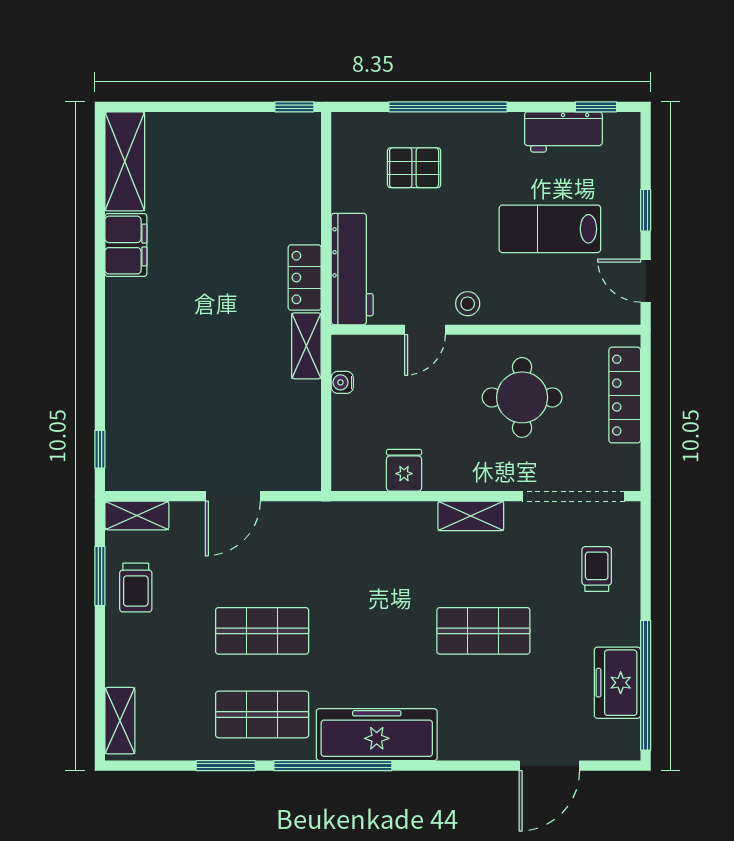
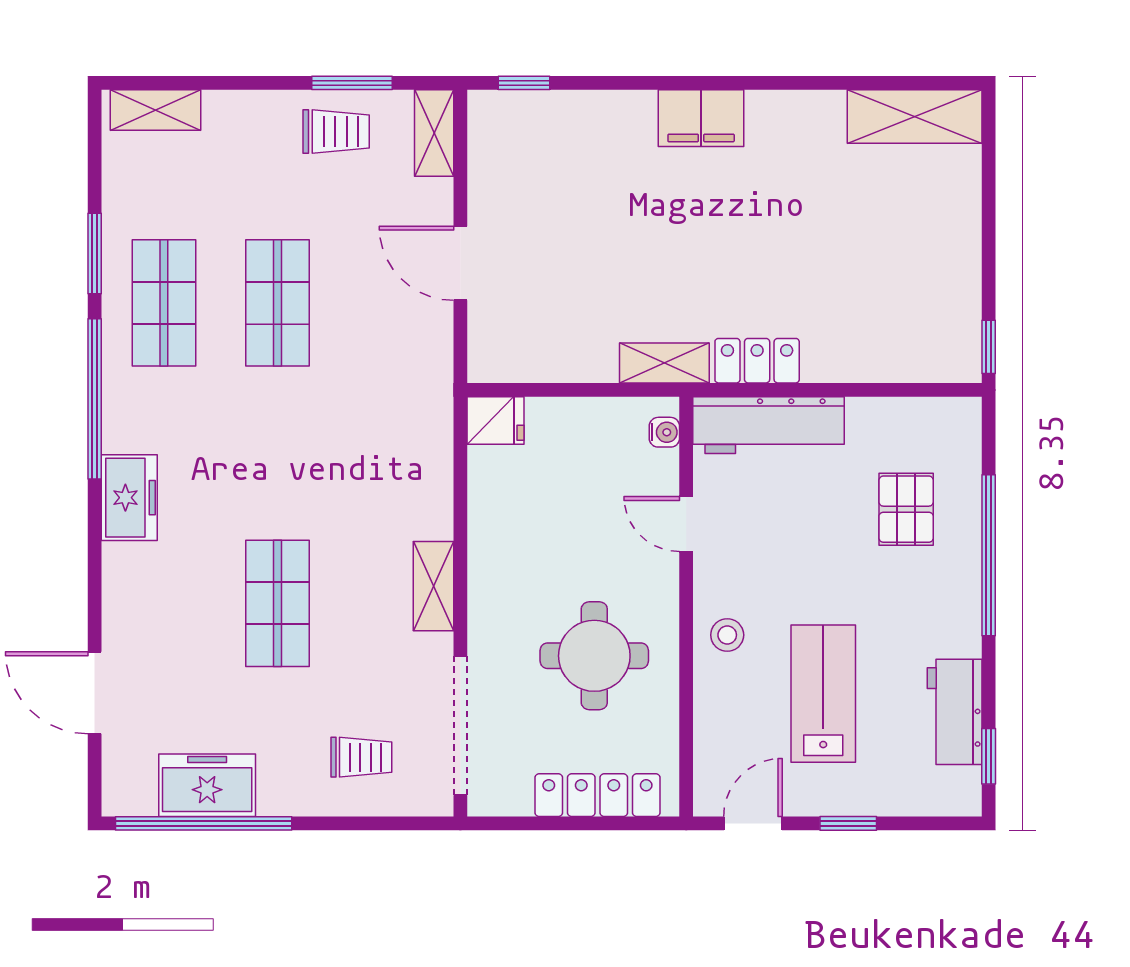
filing cabinet: (126, 245) -> (701, 118), moved
stool: (468, 304) -> (727, 635), moved
water cooler: (342, 382) -> (664, 432), moved, turned 90
fridge: (404, 470) -> (496, 420), moved
trolley: (136, 588) -> (336, 131), turned 180
freezer: (377, 735) -> (129, 498), width x0.52, depth x0.79

